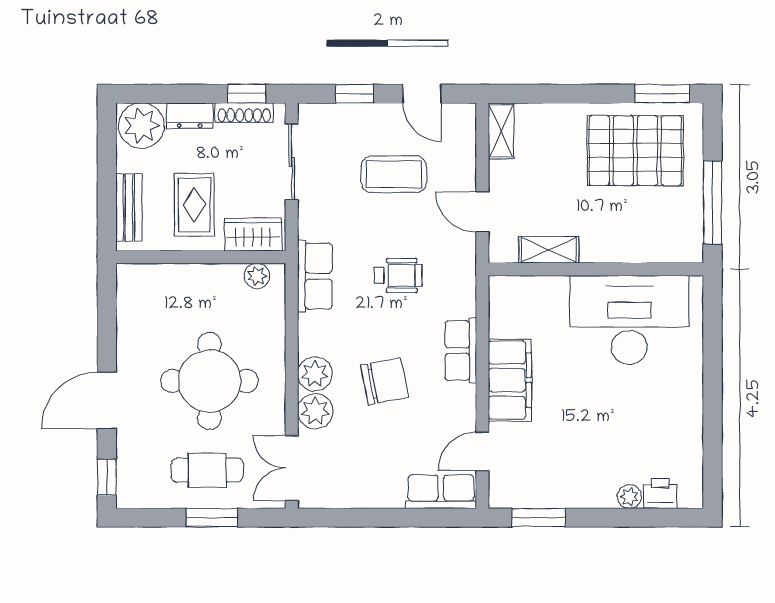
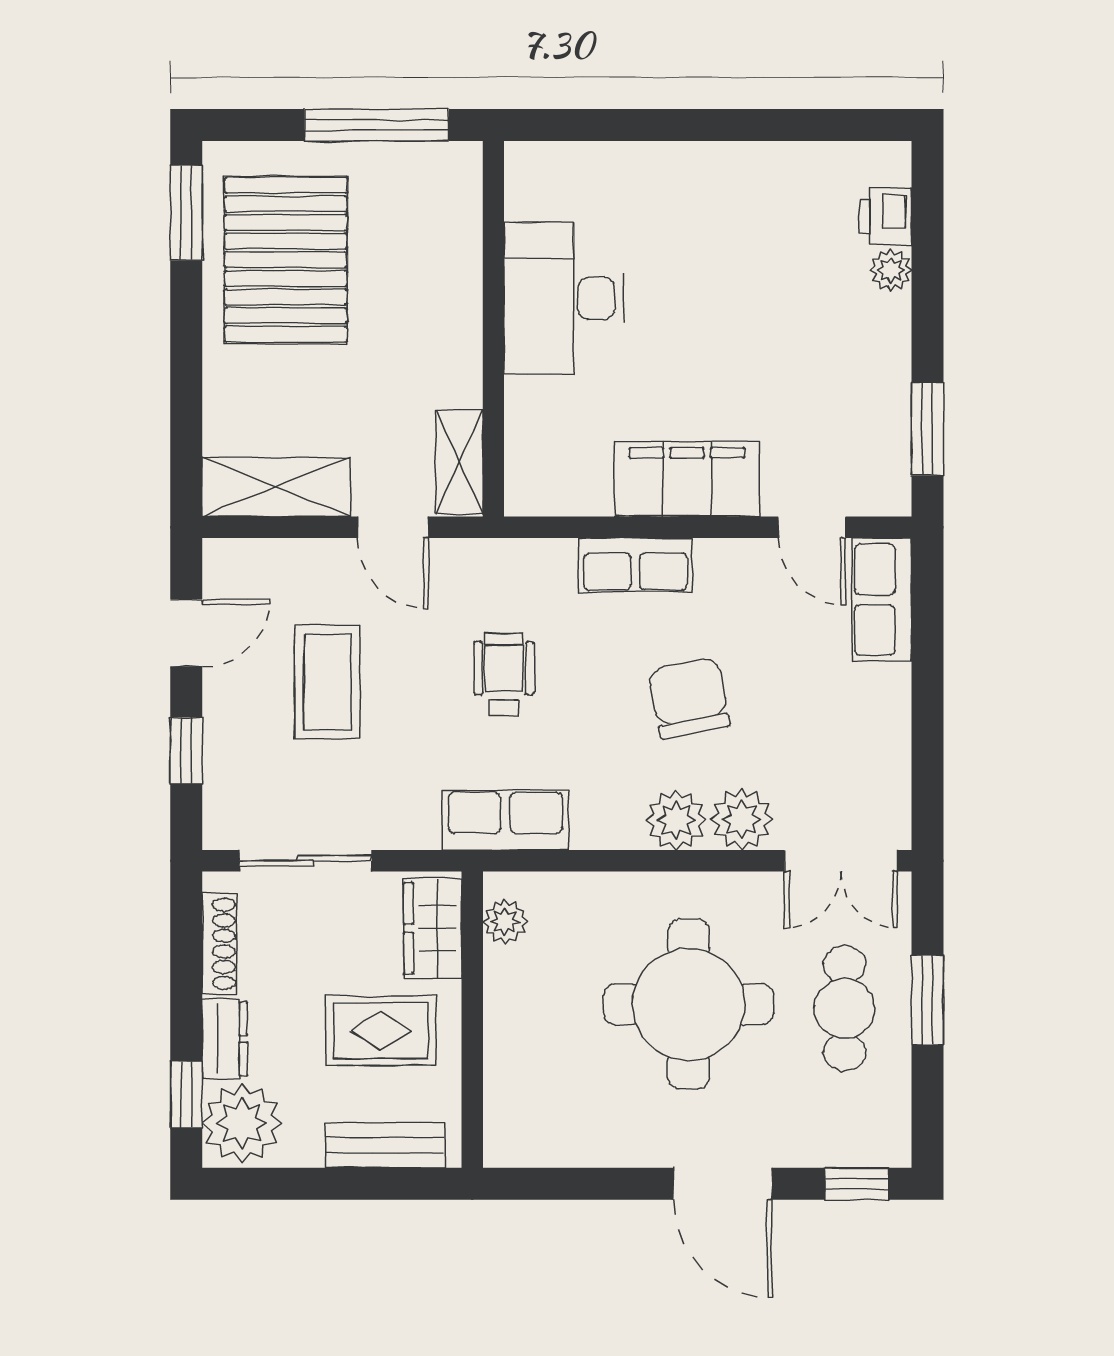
window: (247, 94) -> (186, 1095), moved
shelving: (501, 131) -> (276, 487), width x1.50, depth x1.33
door: (482, 212) -> (393, 527), hinge flipped
shelving: (549, 250) -> (459, 462), moved
desk: (629, 320) -> (564, 298), width x0.73, depth x0.77

